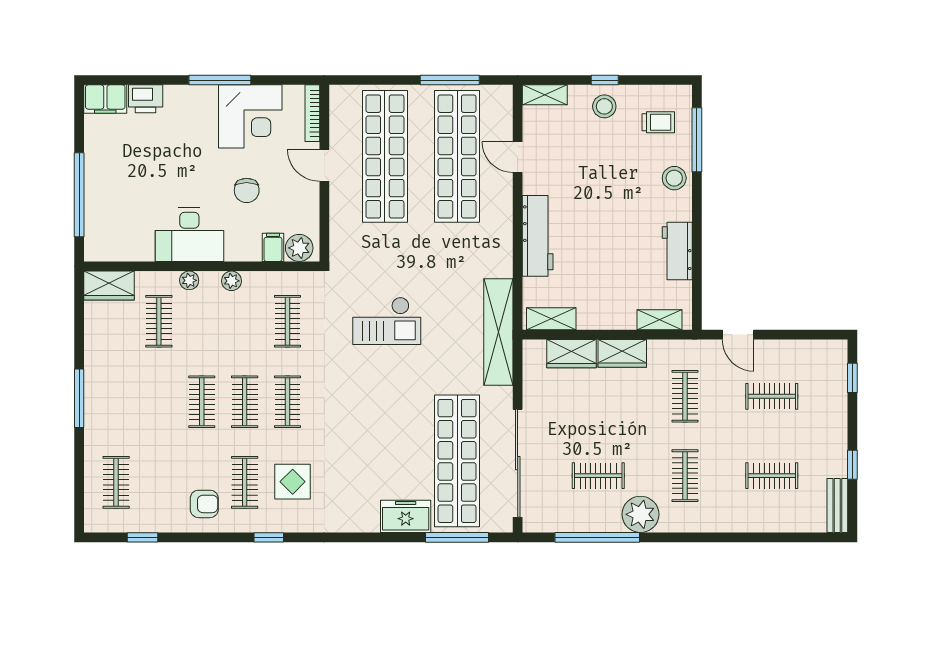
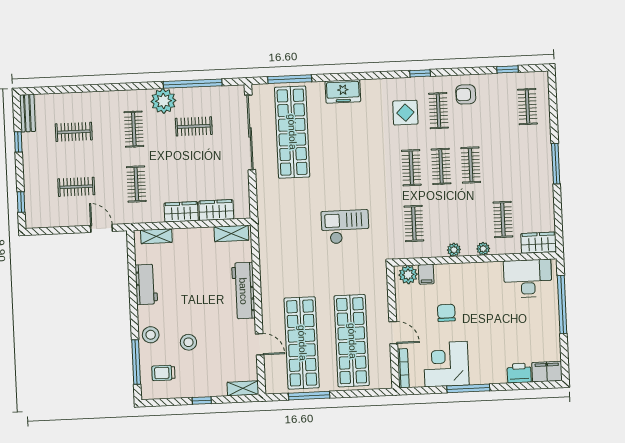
stool: (604, 106) -> (188, 342), moved
desk: (189, 235) -> (528, 278), moved
shelving: (498, 332) -> (268, 223), removed
freezer: (406, 516) -> (343, 91), moved

